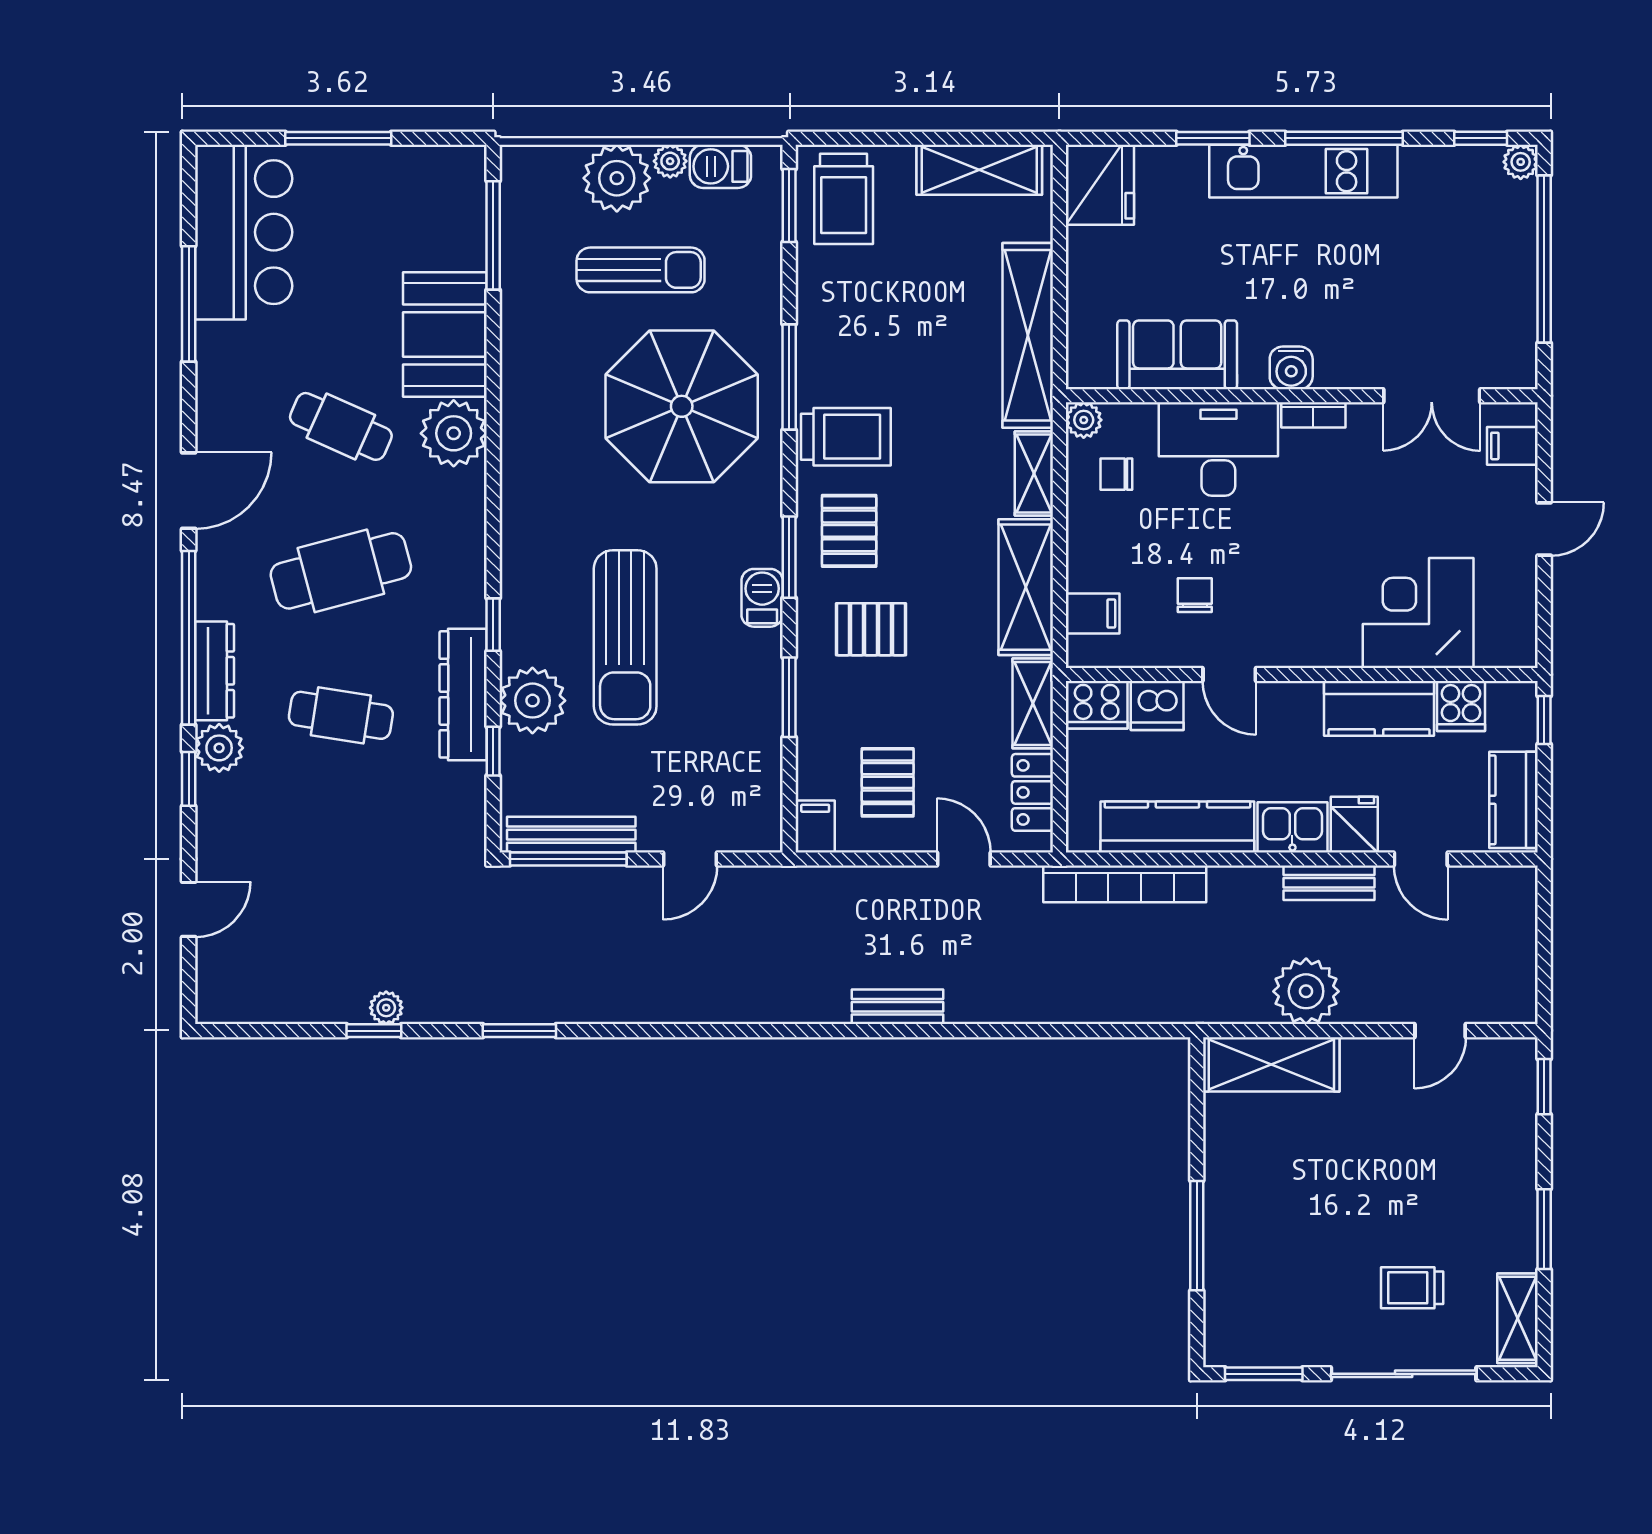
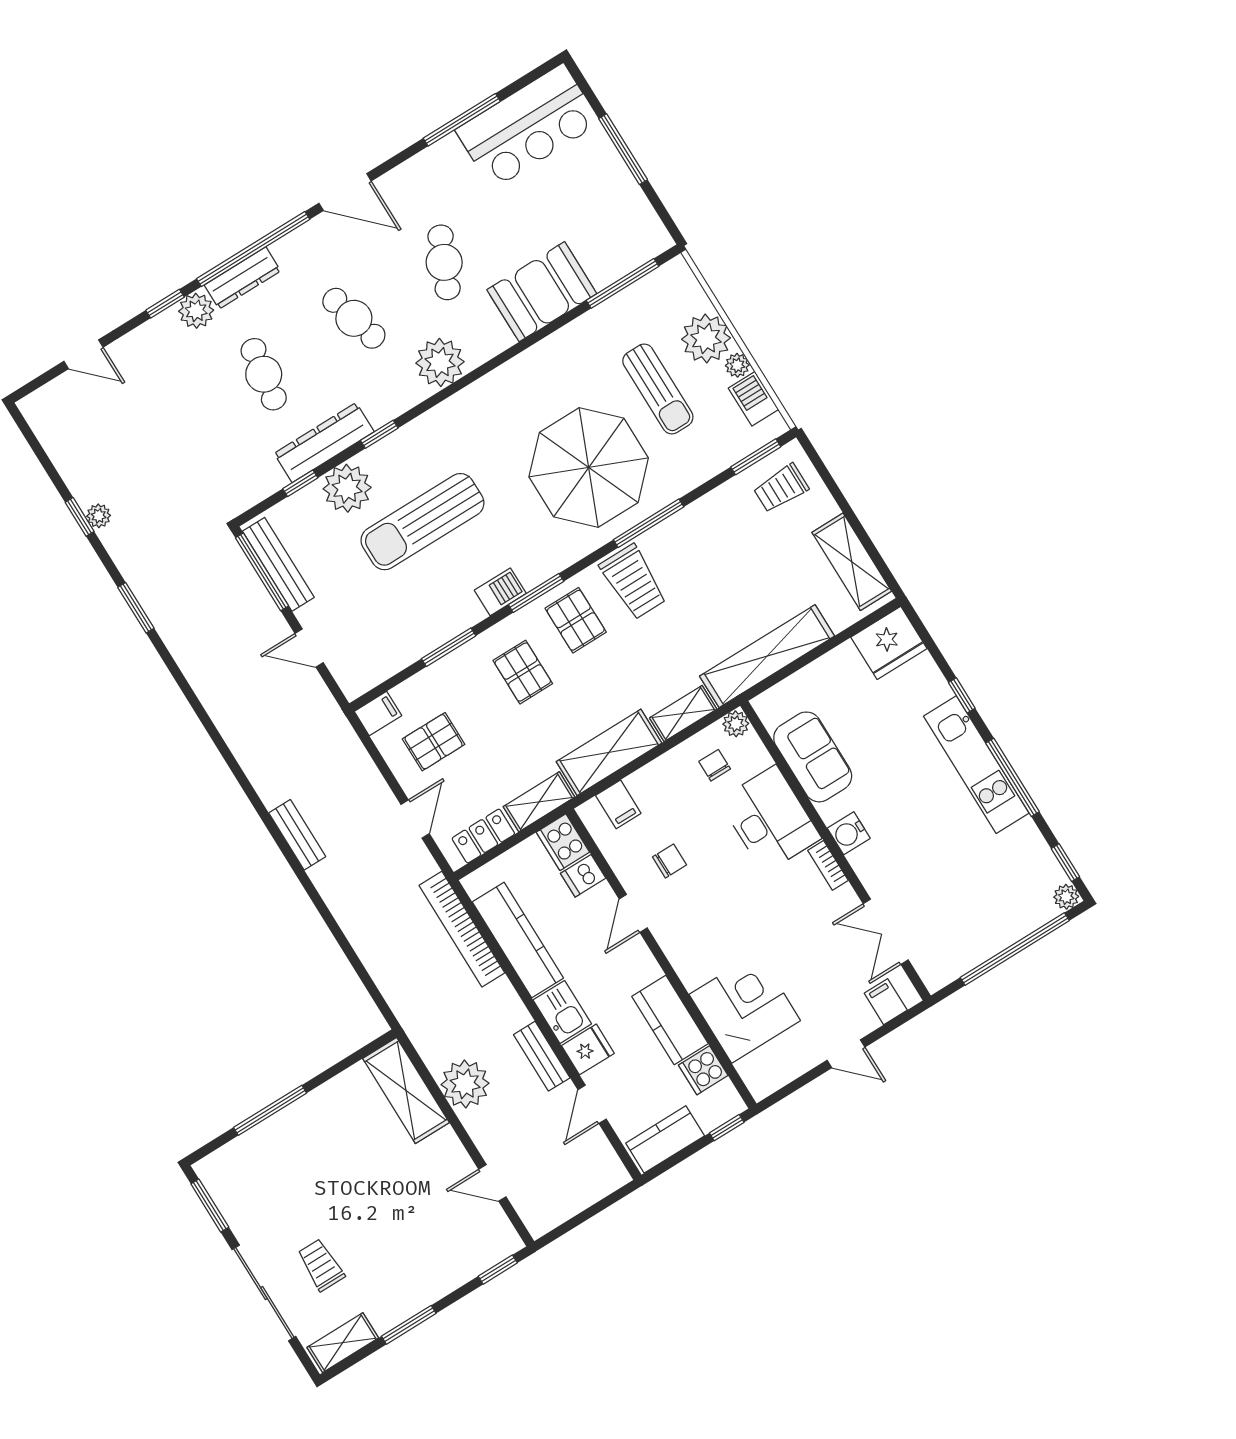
window: (1213, 138) -> (962, 695), width x0.67
trolley: (844, 199) -> (781, 488), width x0.73, depth x0.72
plant: (454, 433) -> (440, 362), moved
pallet: (849, 531) -> (576, 620), turned 90
cafe table: (341, 571) -> (354, 318), width x0.73, depth x0.74
dishwasher: (1157, 706) -> (583, 876), width x0.73

